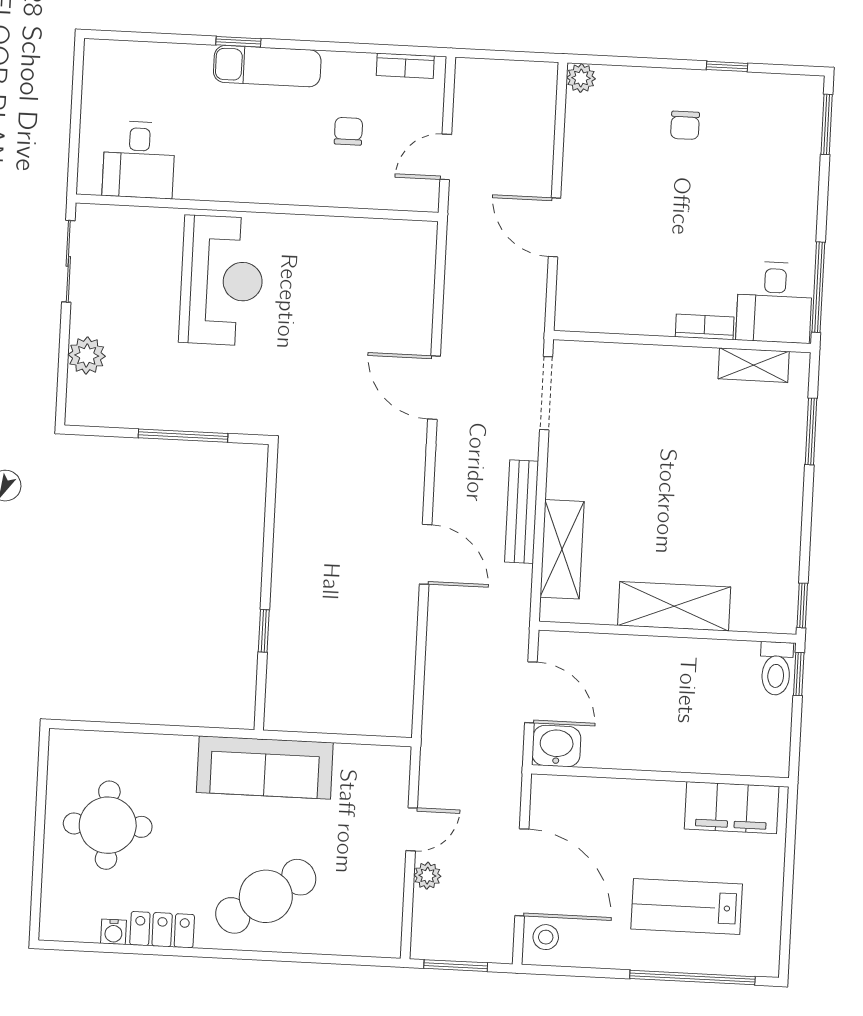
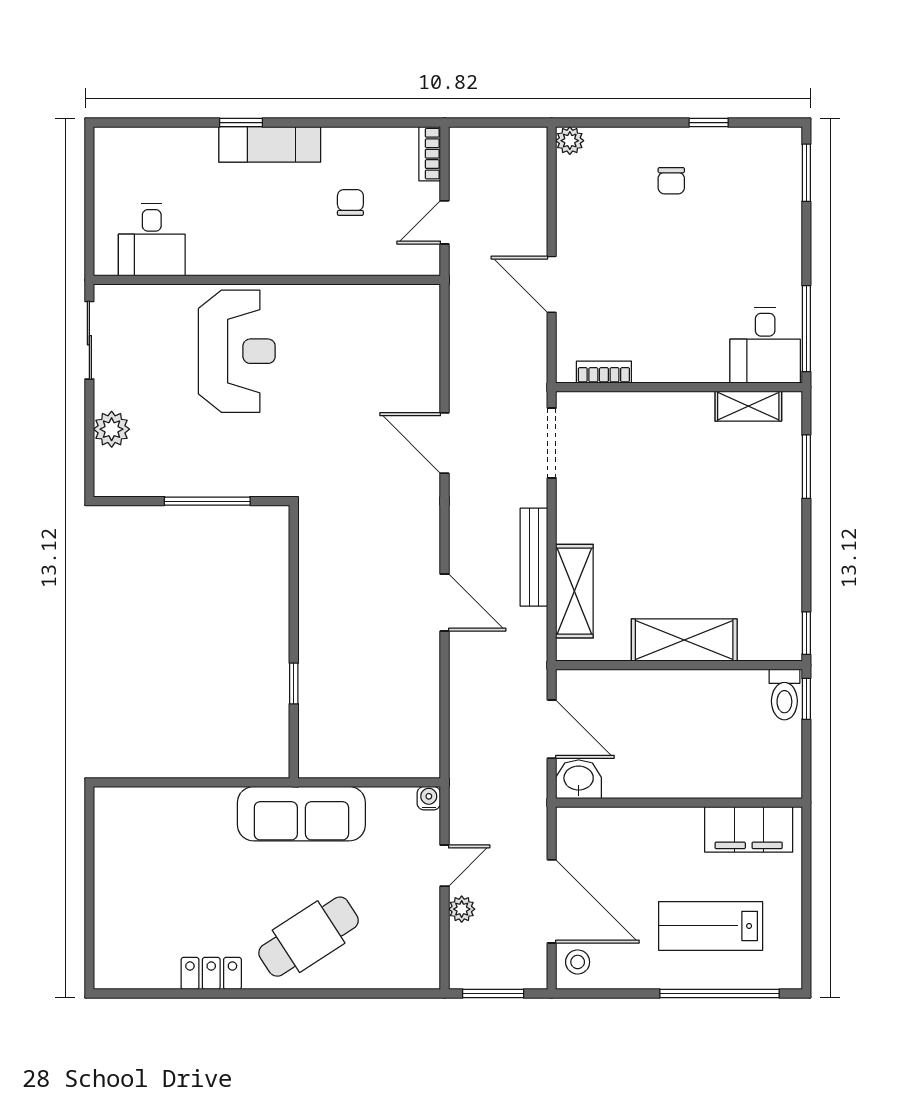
bookcase: (405, 66) -> (430, 154), moved, turned 90
bookcase: (705, 327) -> (604, 372), moved
round table: (108, 825) -> (154, 876), removed
water cooler: (114, 932) -> (429, 798), moved, turned 180

